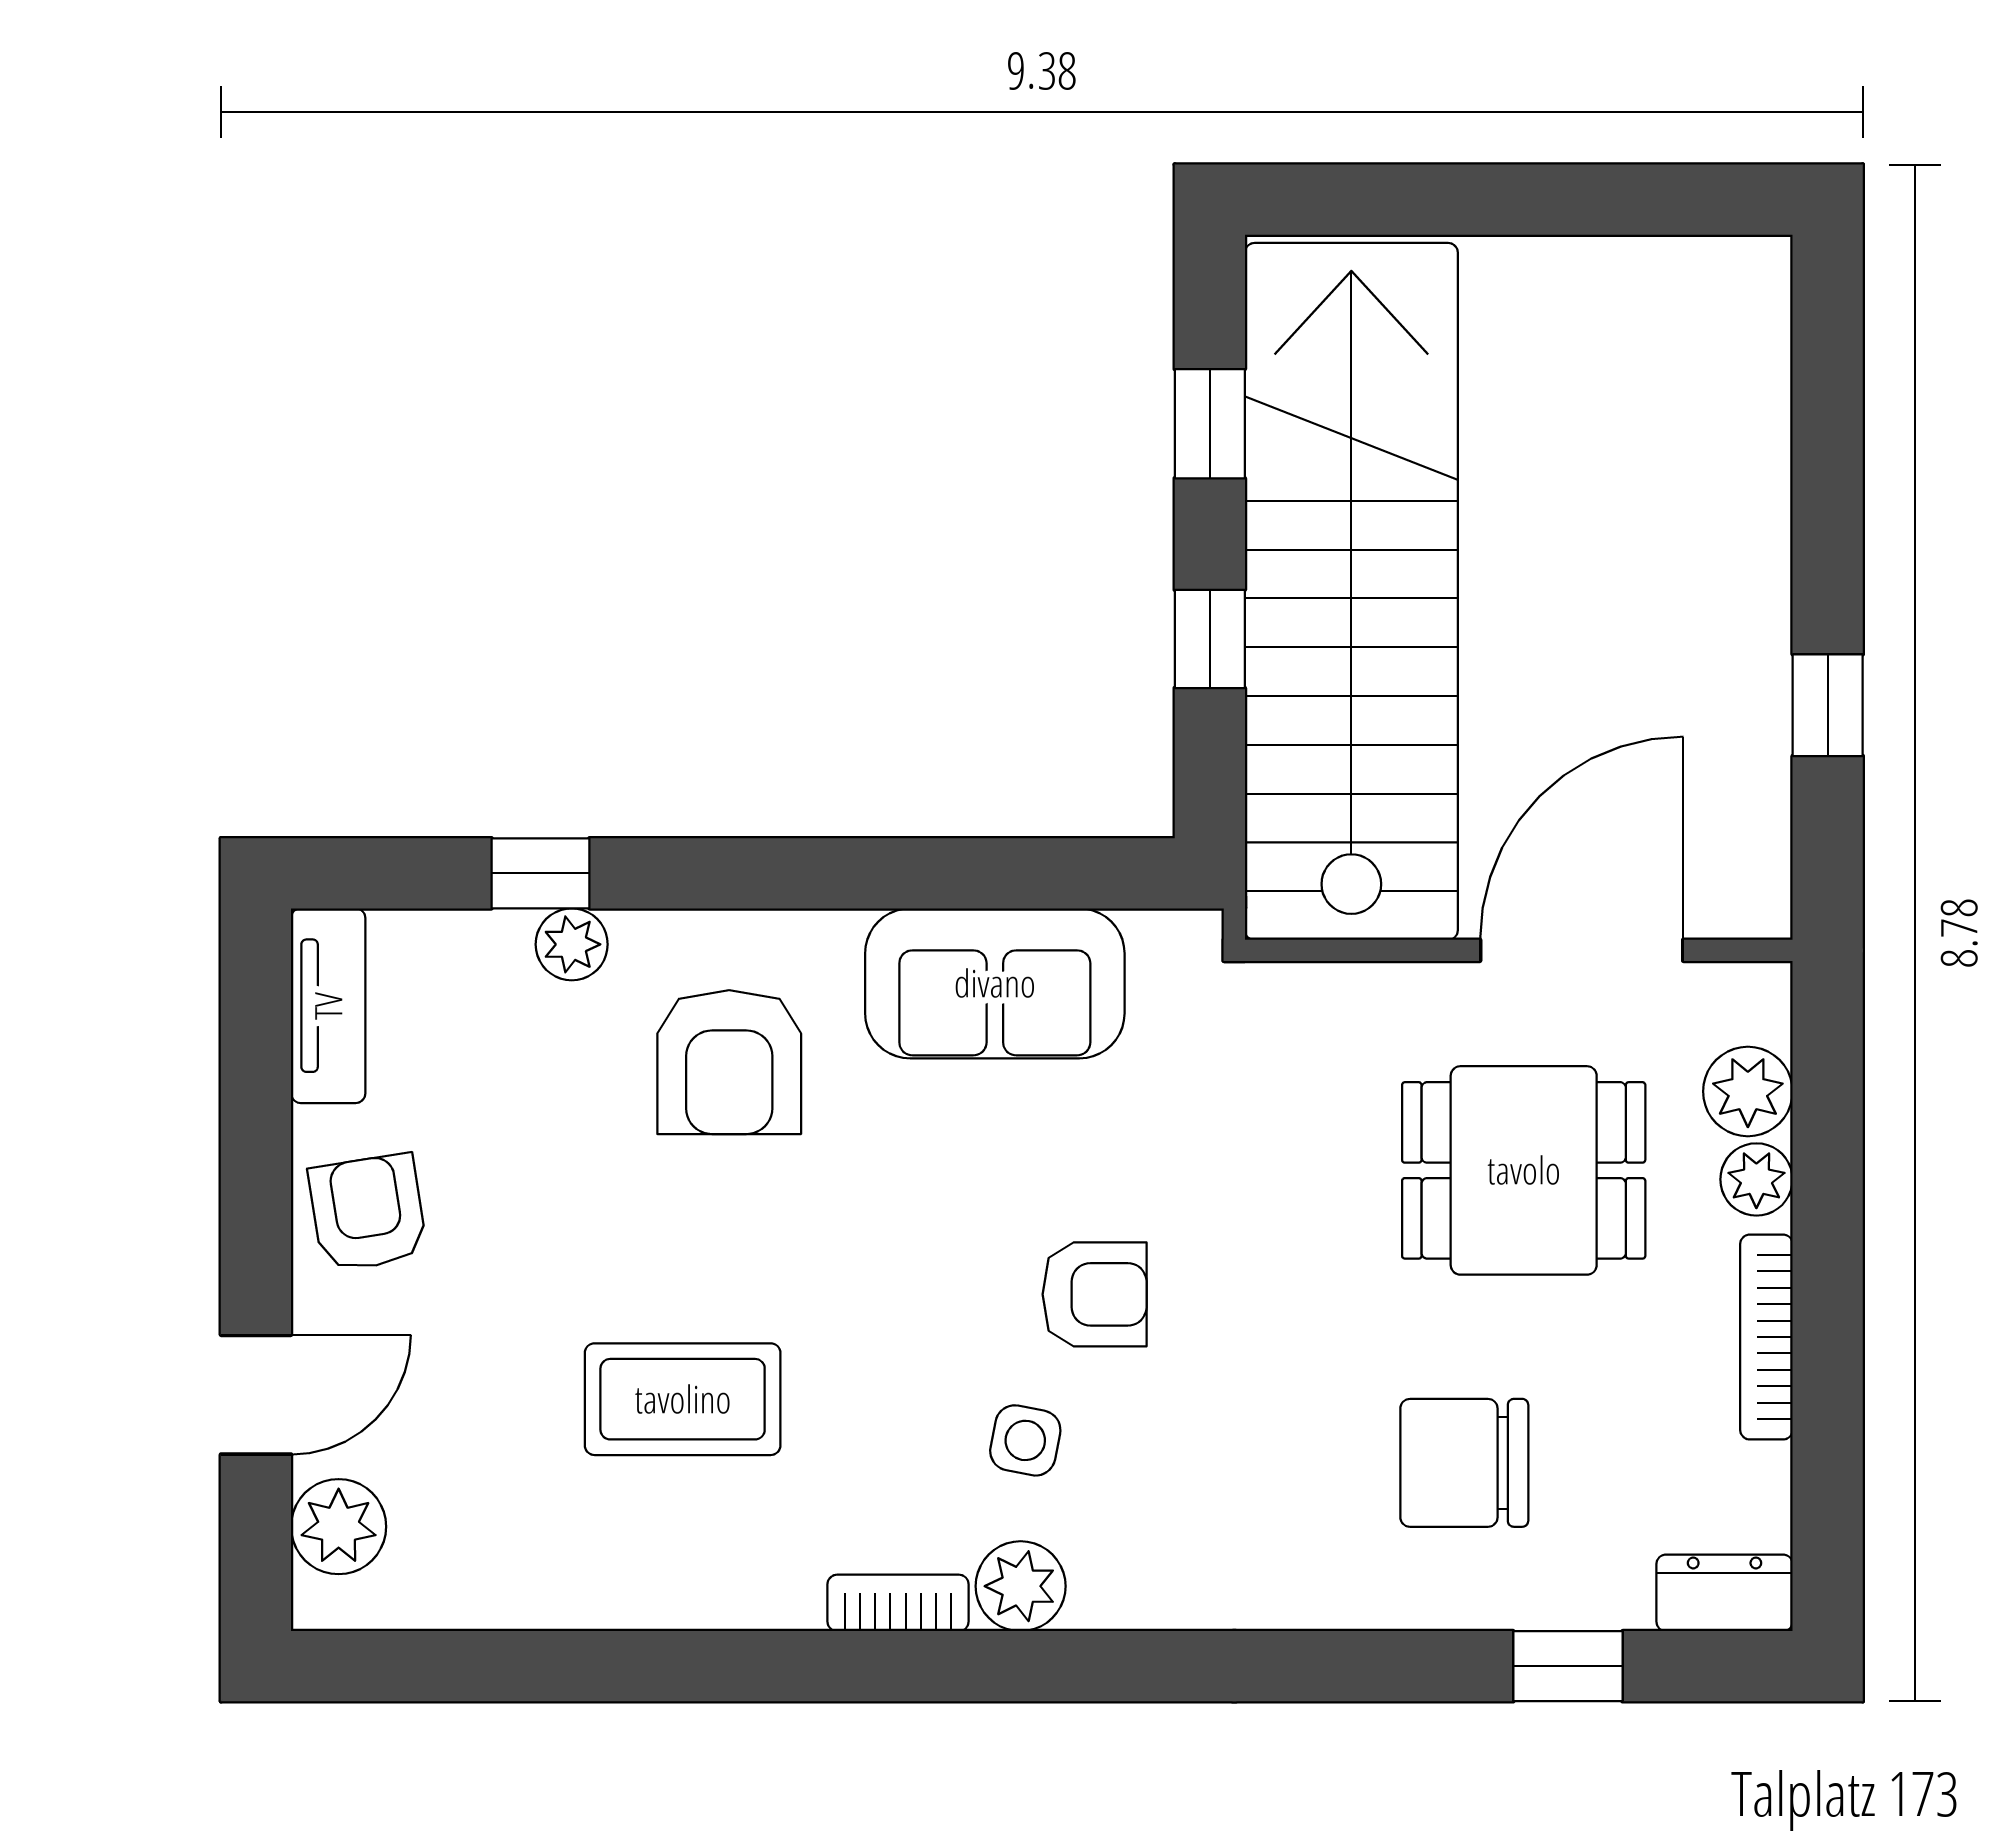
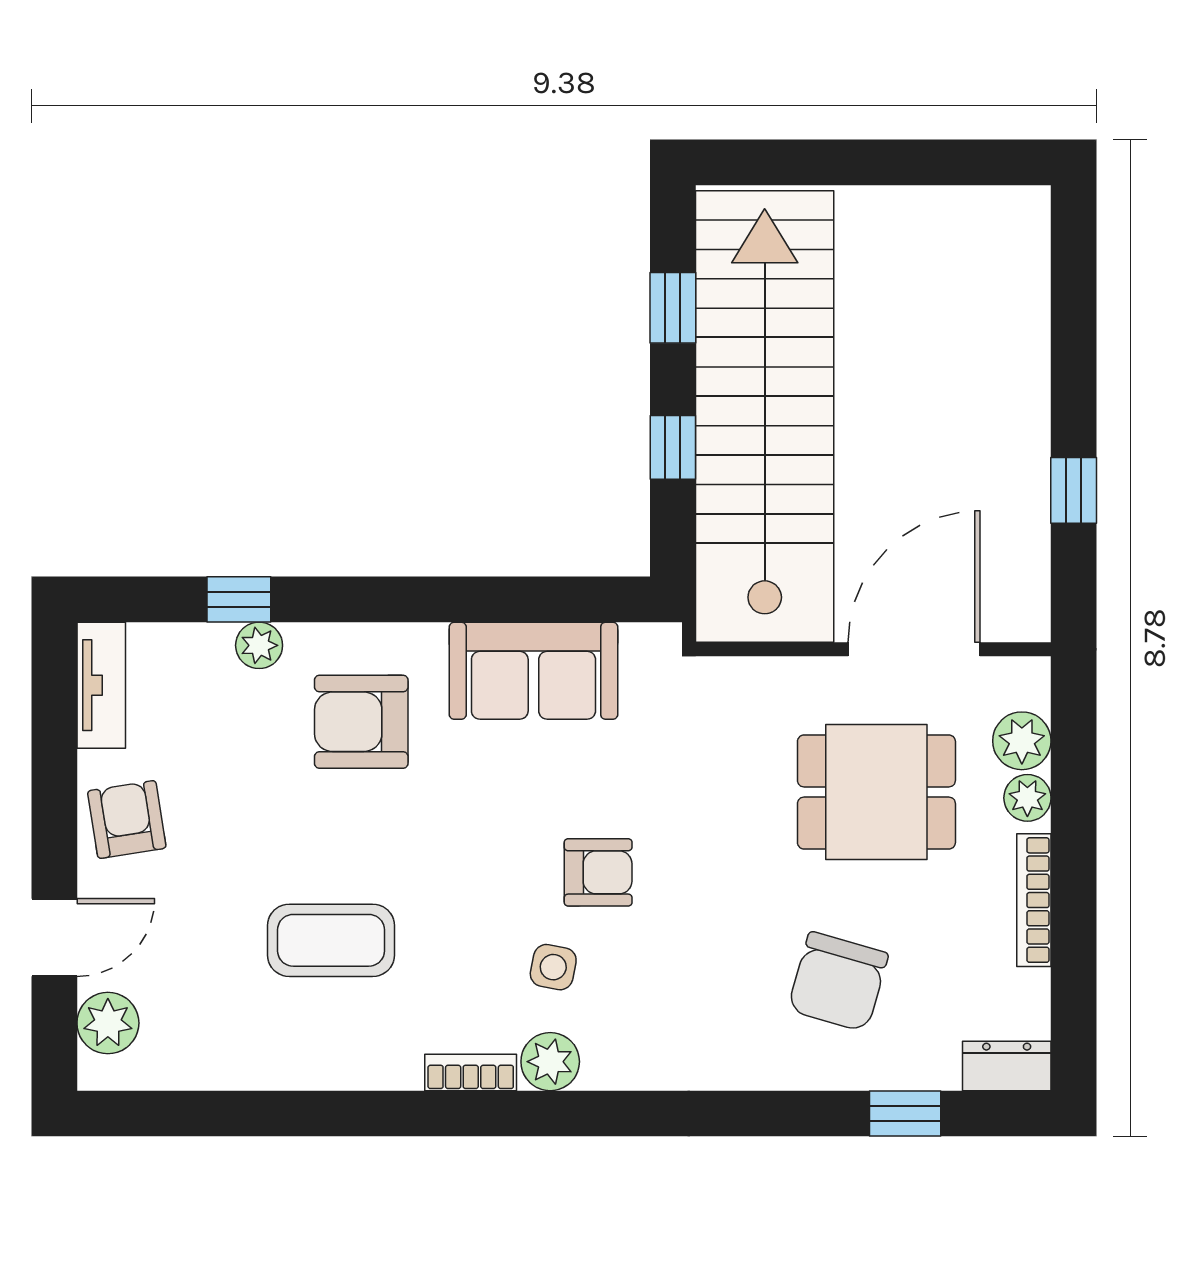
armchair: (729, 1062) -> (361, 722), turned 90
chair: (1464, 1463) -> (838, 982), turned -74

